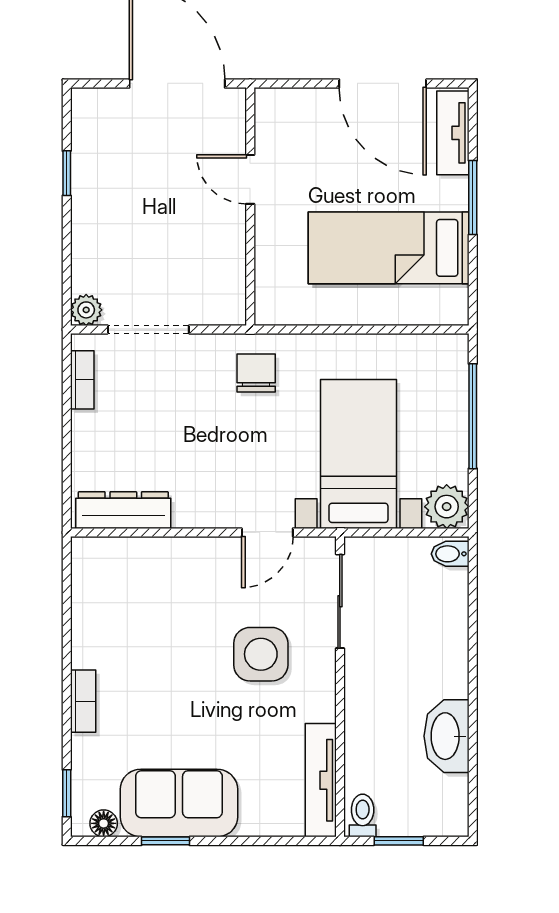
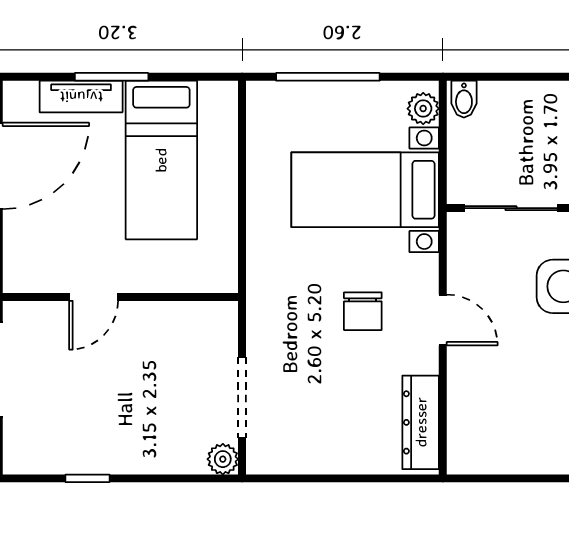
tv unit: (453, 133) -> (81, 97), moved
chair: (256, 373) -> (363, 311), moved, turned -90
bookcase: (82, 380) -> (292, 463), removed
plant: (447, 507) -> (423, 109), width x0.73, depth x0.73
door: (267, 532) -> (443, 320), moved

